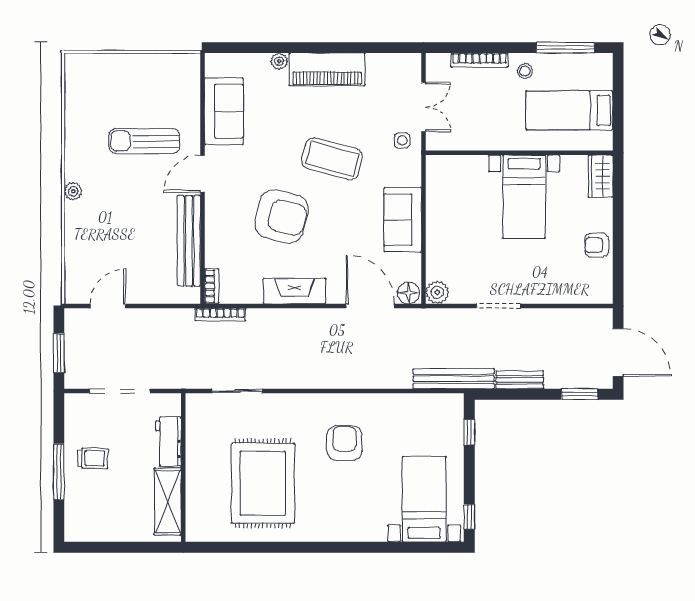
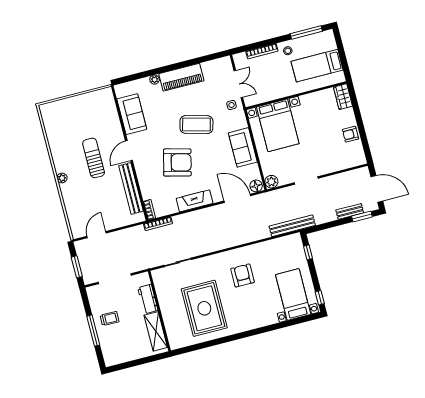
sun lounger: (144, 141) -> (94, 158), moved, turned 90
bed with nightstands: (524, 197) -> (278, 125), moved, width x1.36
bench: (520, 380) -> (350, 211), moved

